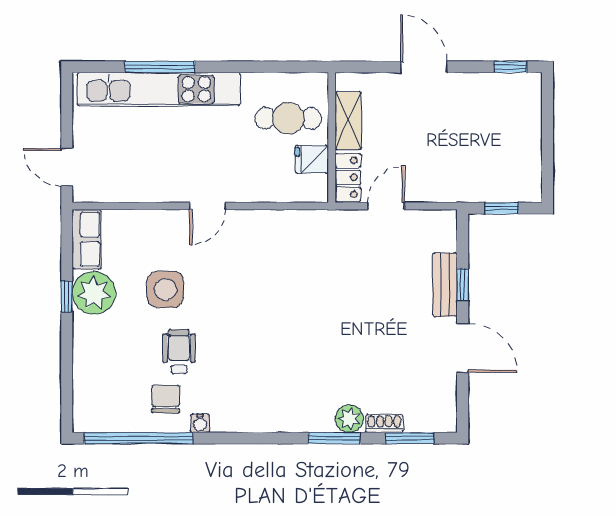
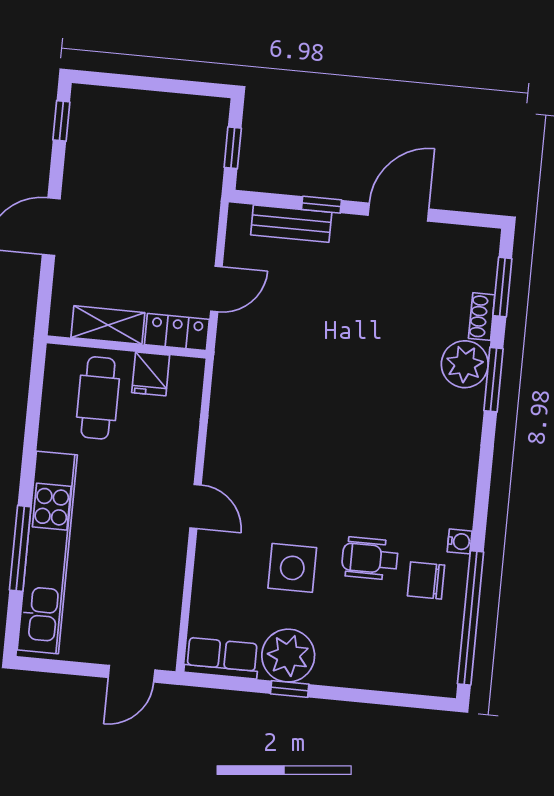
door: (386, 206) -> (216, 289), swing flipped
bench: (445, 285) -> (291, 224), moved
plant: (349, 419) -> (465, 364), width x1.36, depth x1.36

